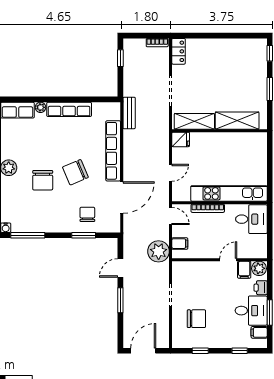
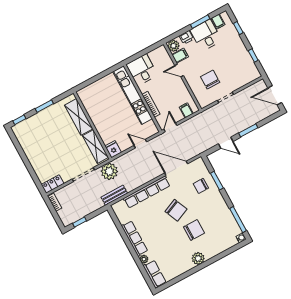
plant: (159, 251) -> (109, 171), moved
chair: (196, 319) -> (210, 80), moved

